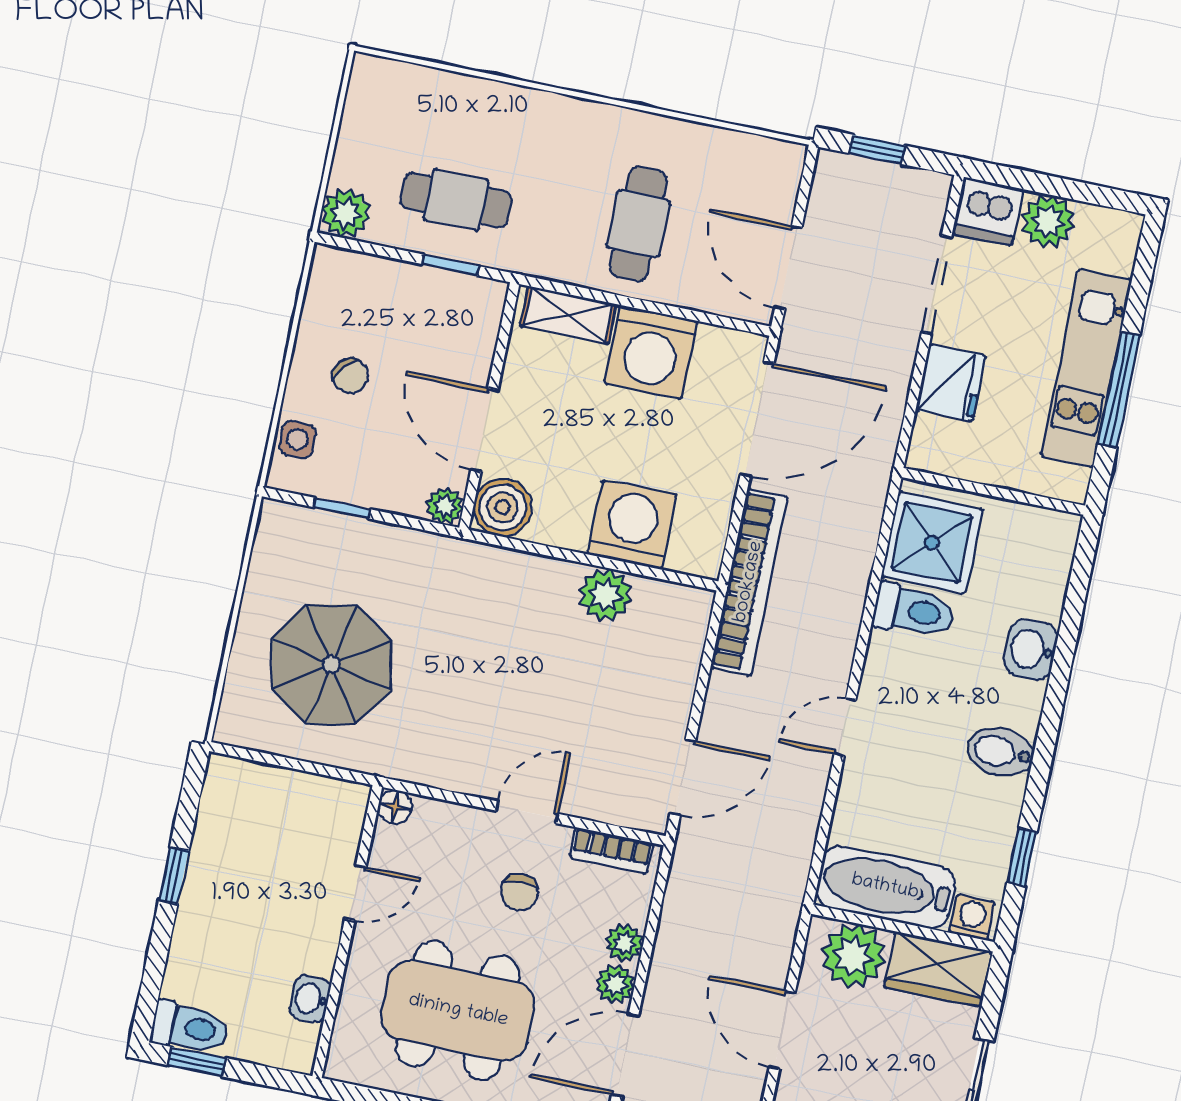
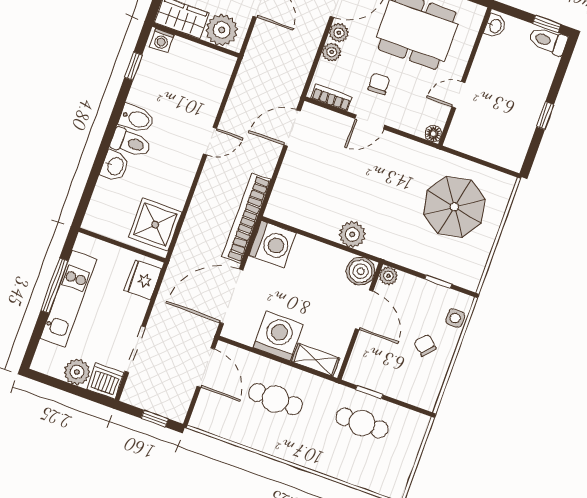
plant: (346, 213) -> (416, 424), removed
cafe table: (638, 224) -> (275, 399), turned 90
fridge: (951, 383) -> (143, 280), moved
washing machine: (632, 525) -> (272, 244), moved, turned -90
plant: (605, 595) -> (352, 234), moved
toilet: (914, 611) -> (131, 143), moved, turned 180
bathtub: (885, 887) -> (201, 61), removed
washbasin: (310, 999) -> (495, 26), moved

